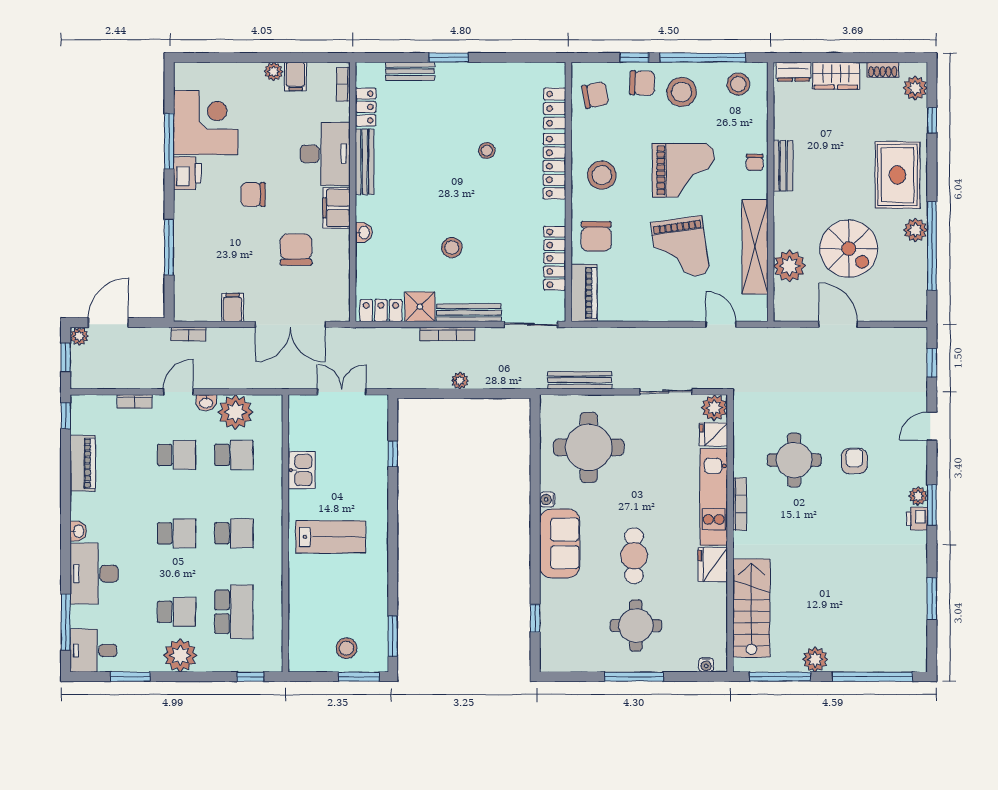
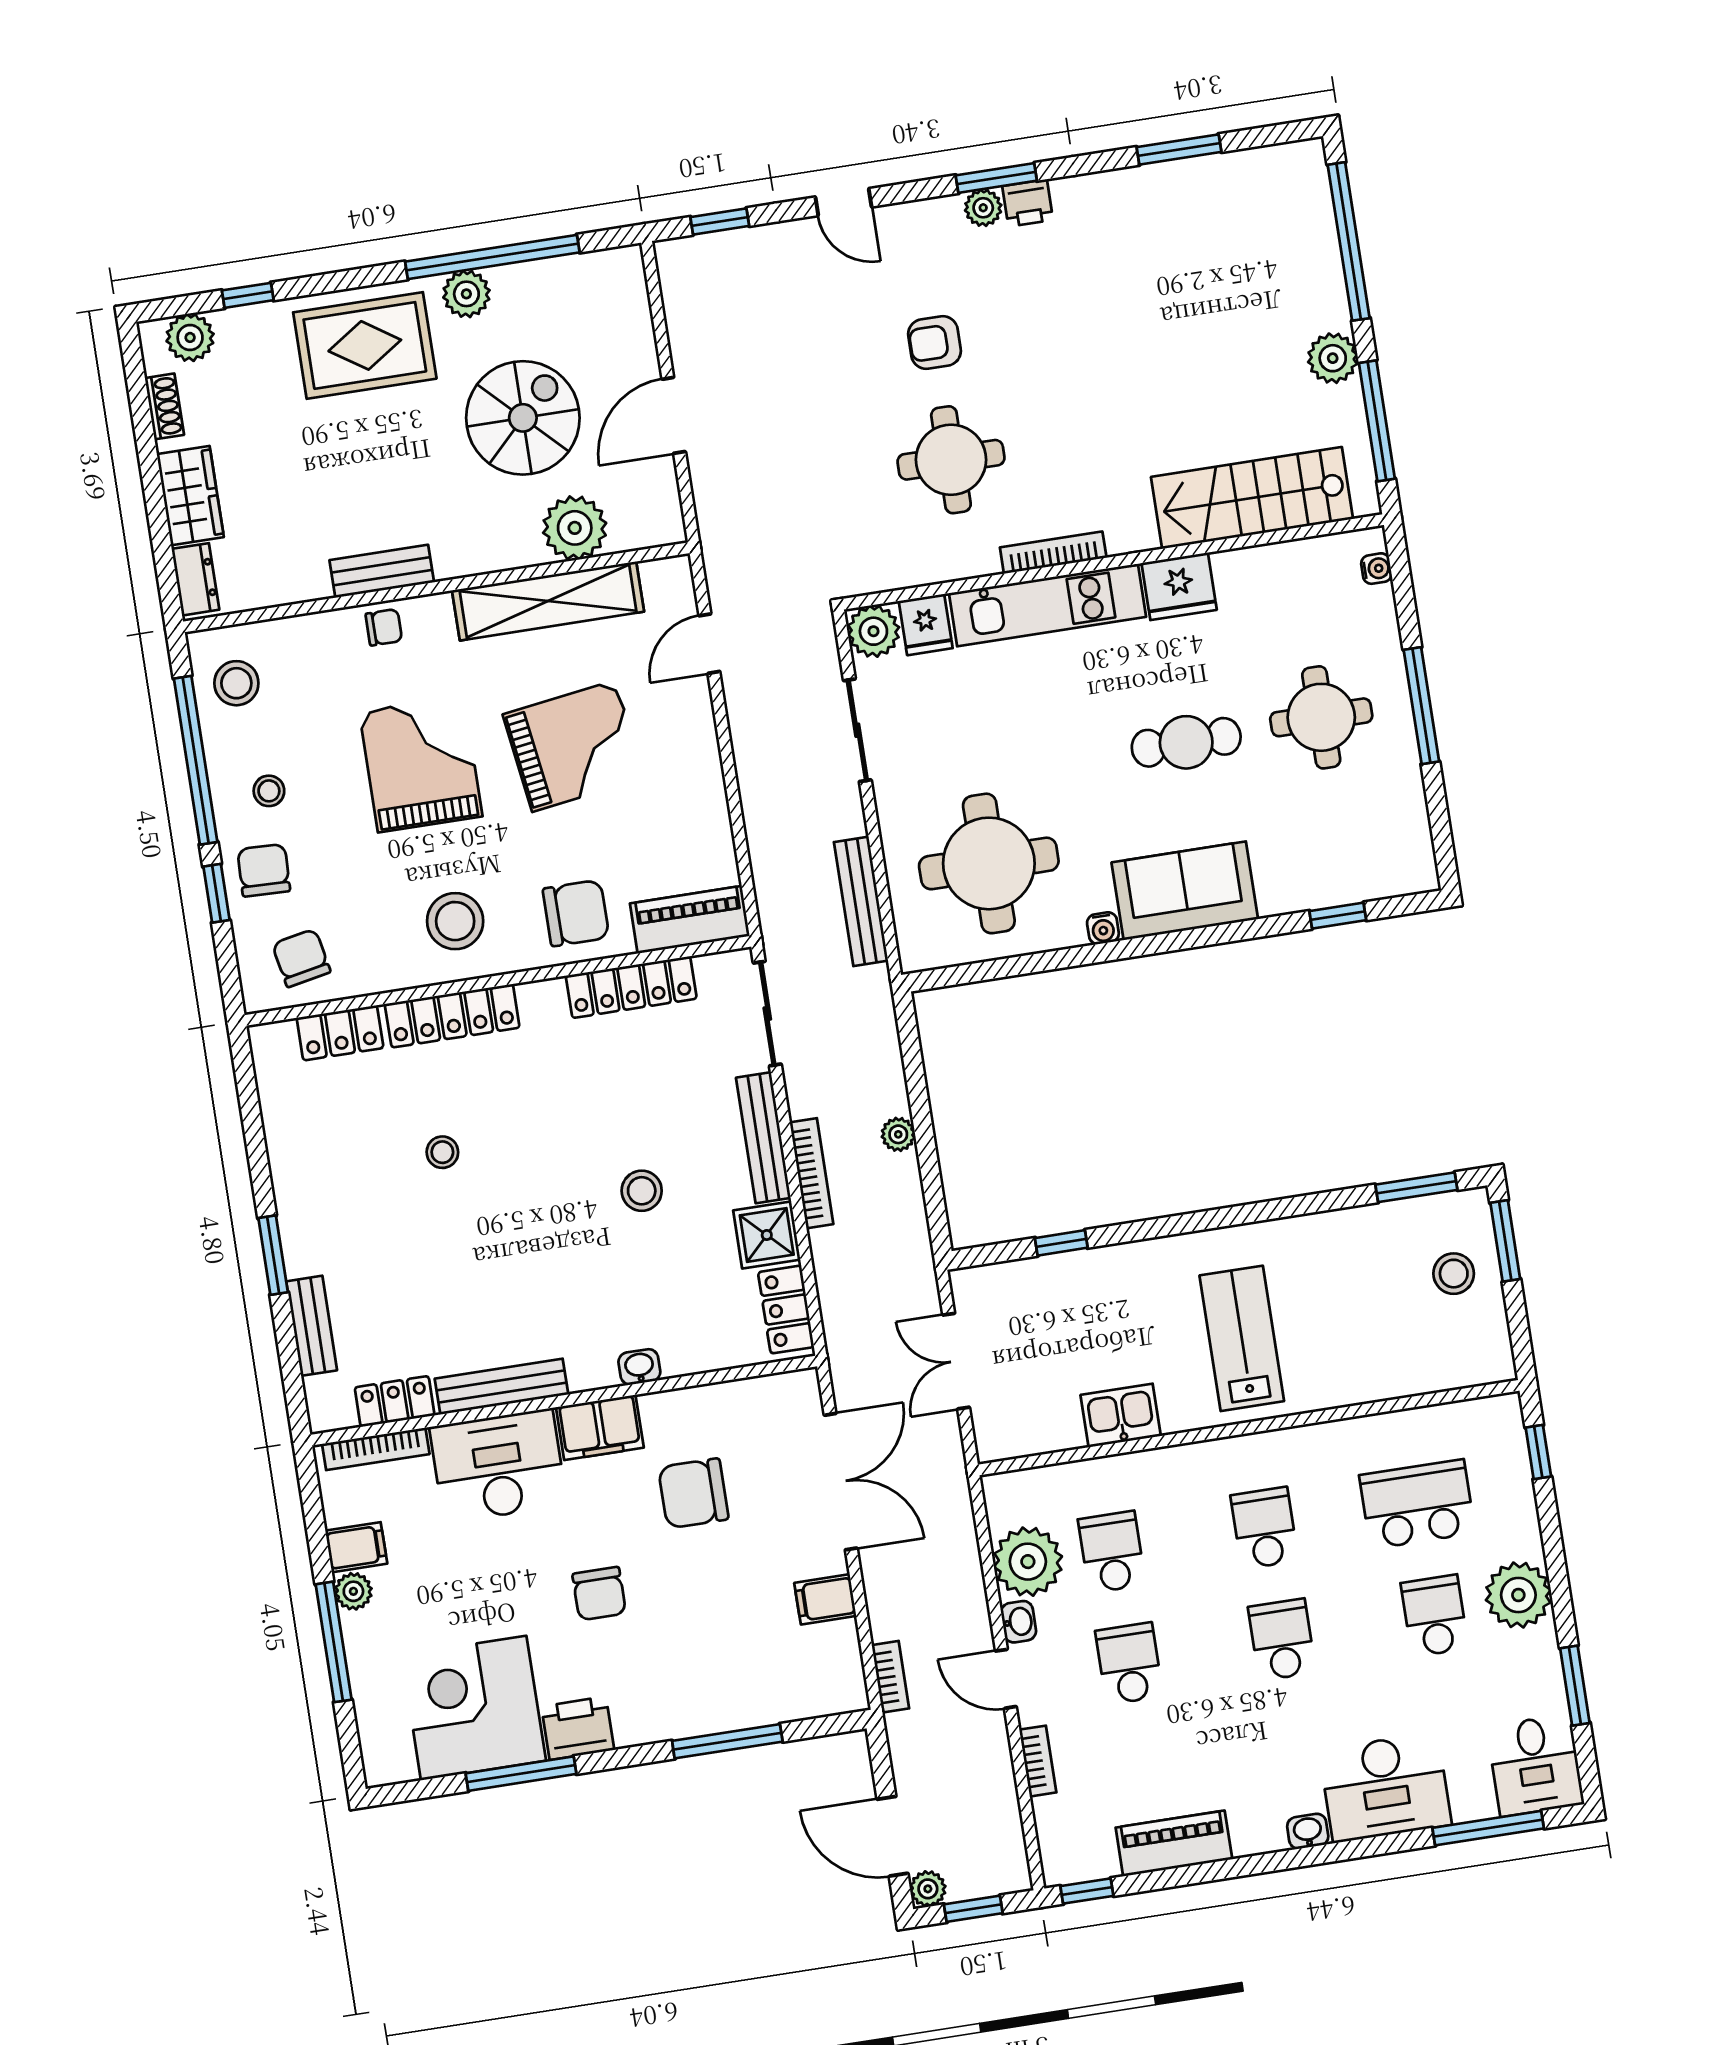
window: (250, 58) -> (334, 1642), added
bookcase: (343, 84) -> (376, 1449), width x1.56
stool: (682, 92) -> (269, 791), width x0.53, depth x0.53

